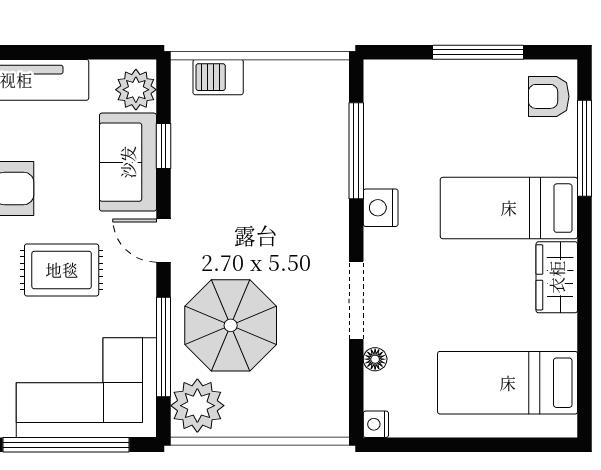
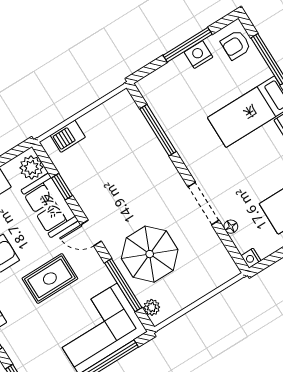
nightstand: (381, 208) -> (198, 55), moved, turned 90
plant: (197, 406) -> (152, 307), width x0.53, depth x0.53

